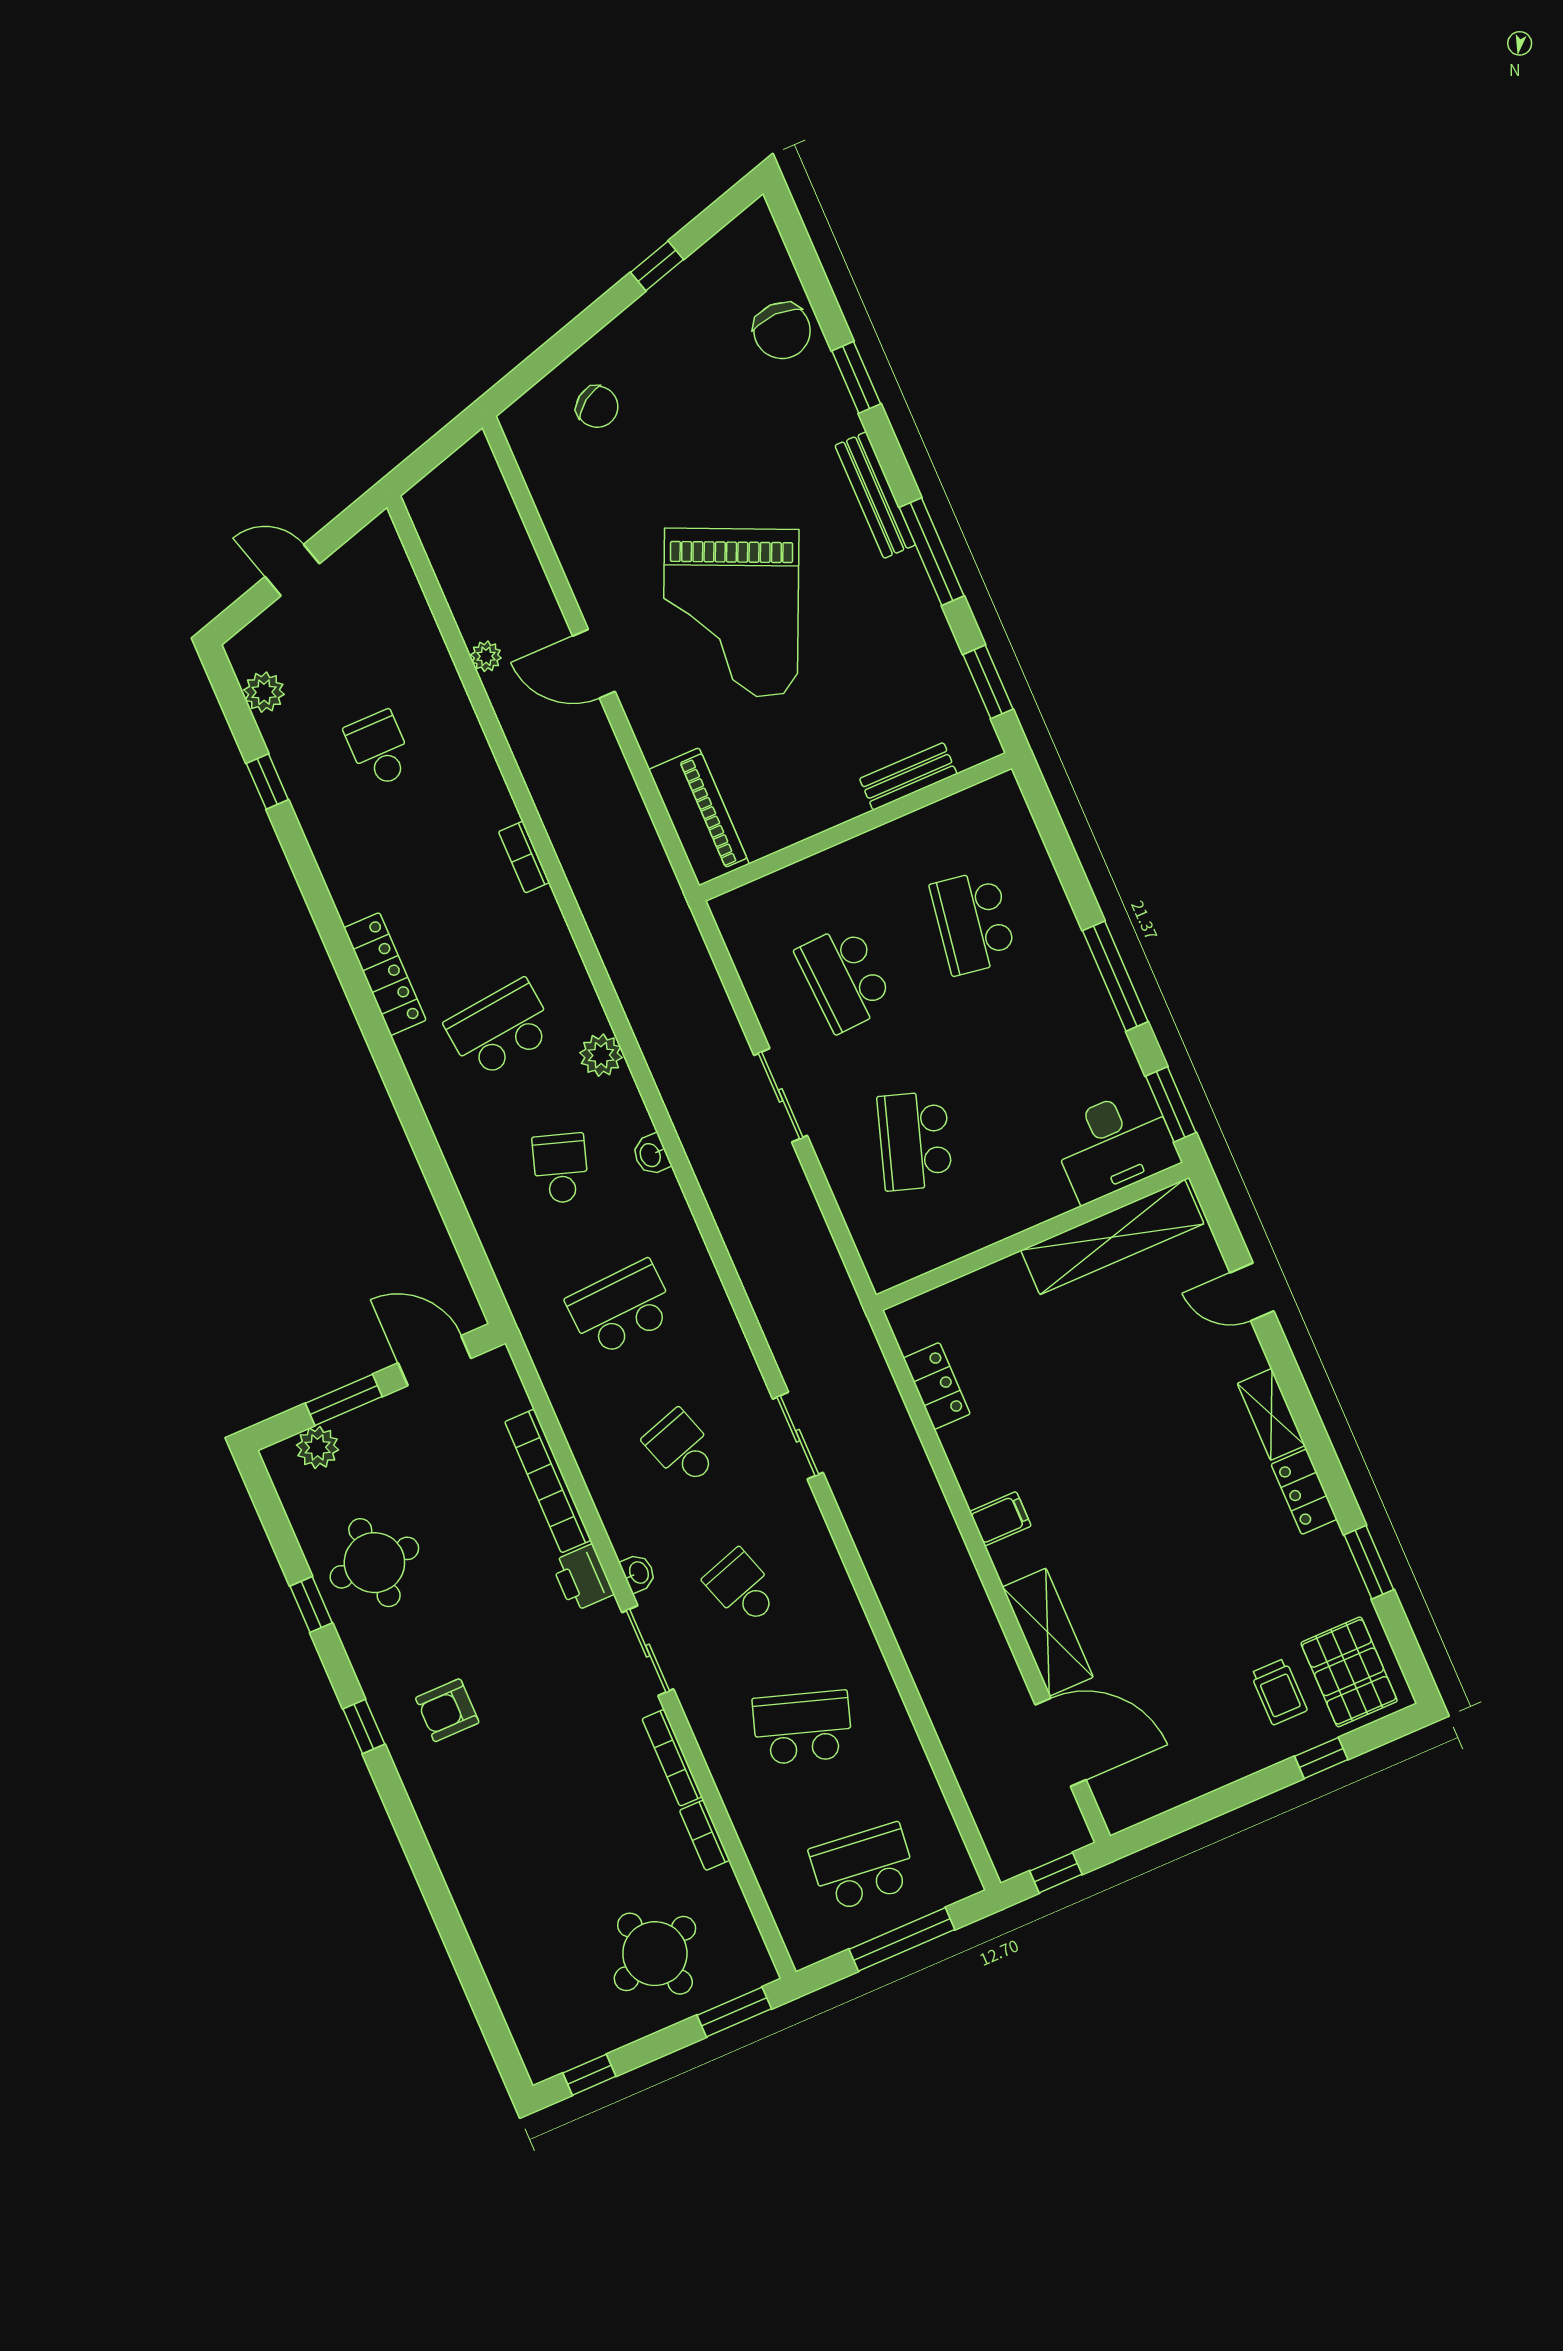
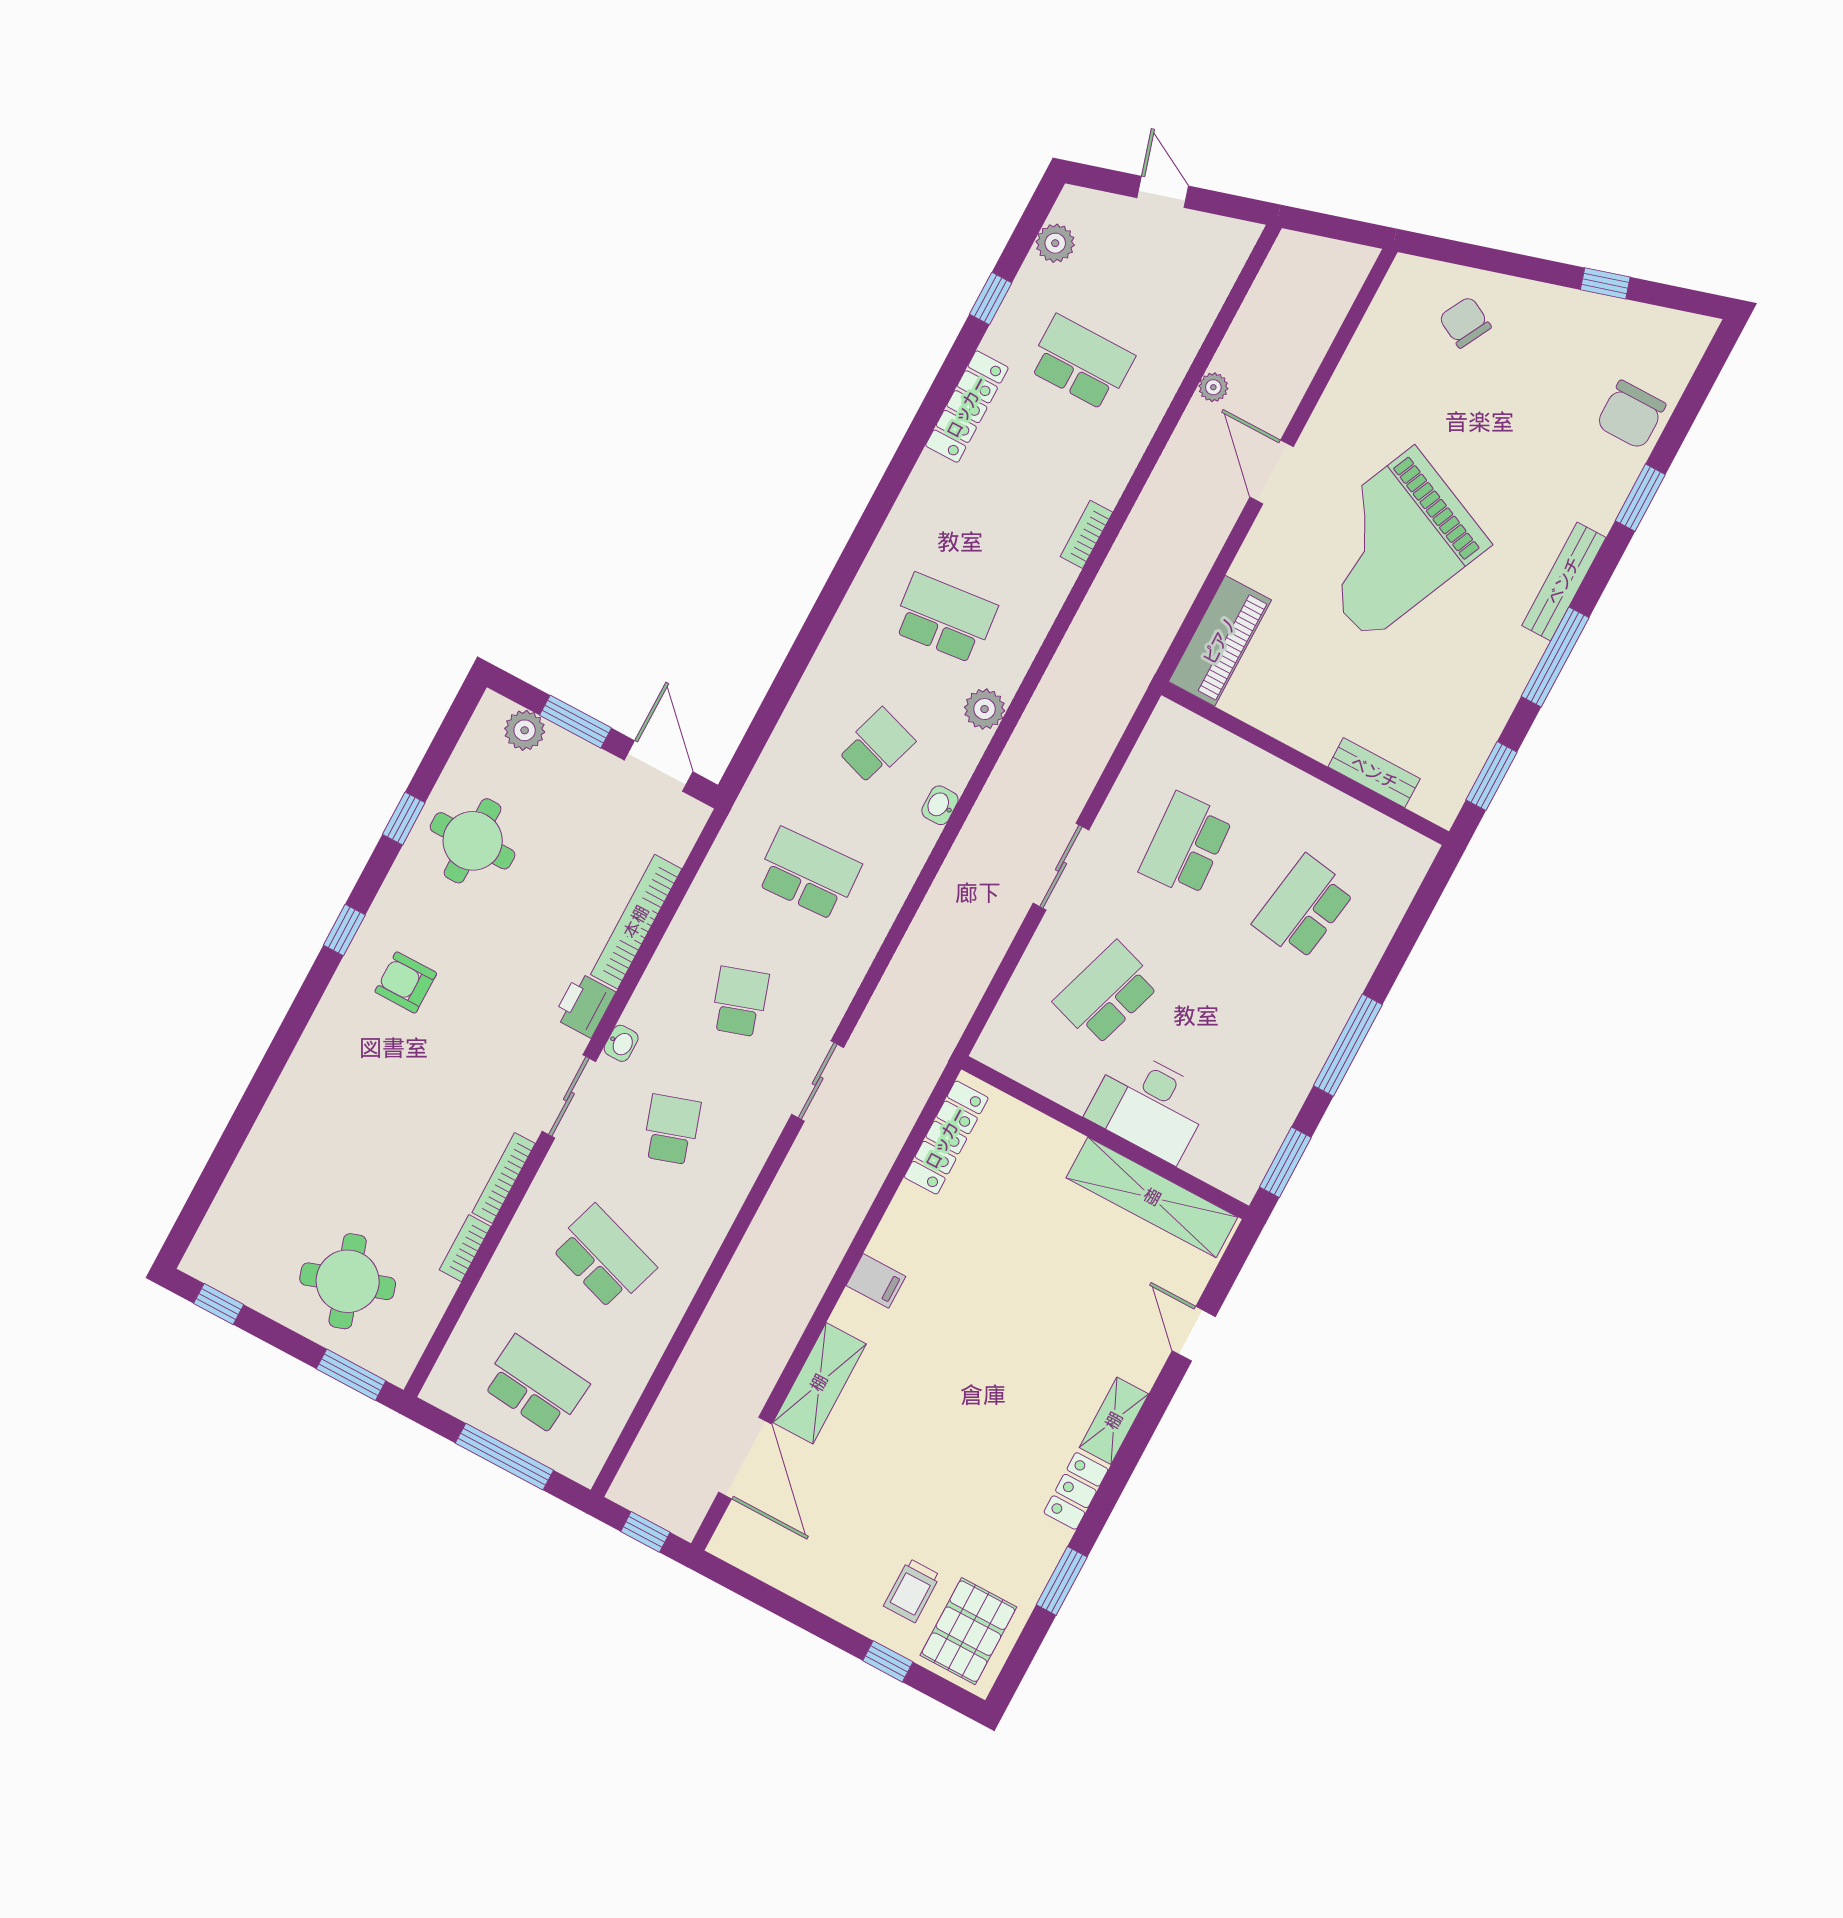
chair: (597, 407) -> (1465, 322), turned 153
school desk: (379, 749) -> (1081, 363), width x1.85
locker: (385, 974) -> (967, 407), moved
desk: (1115, 1145) -> (1149, 1105), moved
locker: (937, 1386) -> (946, 1138), width x1.53

